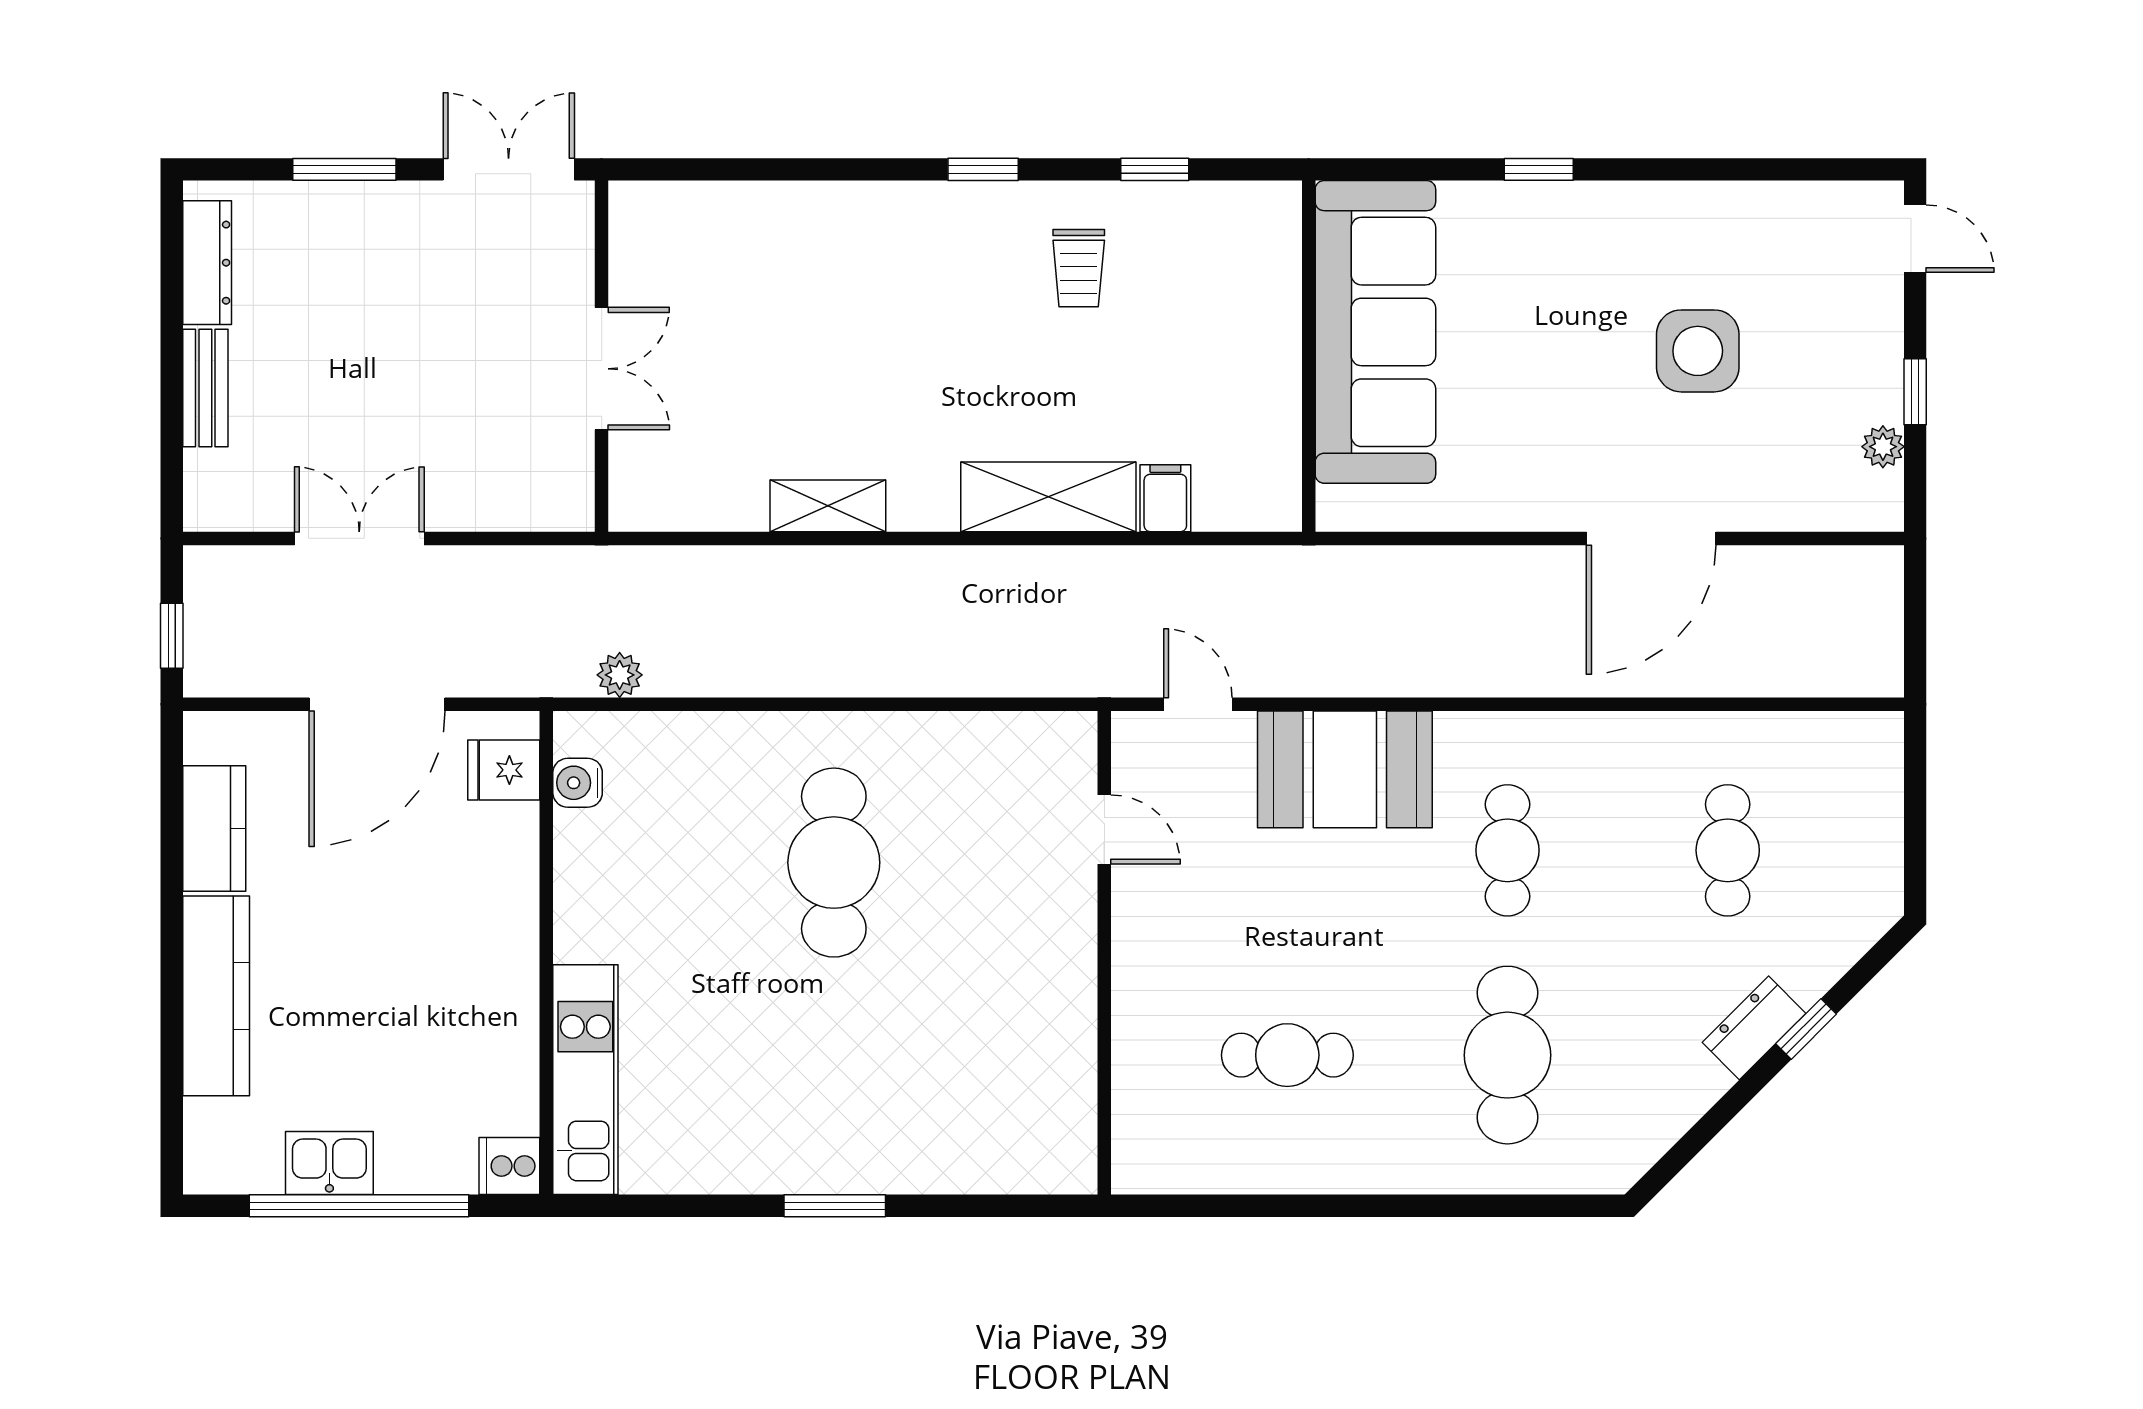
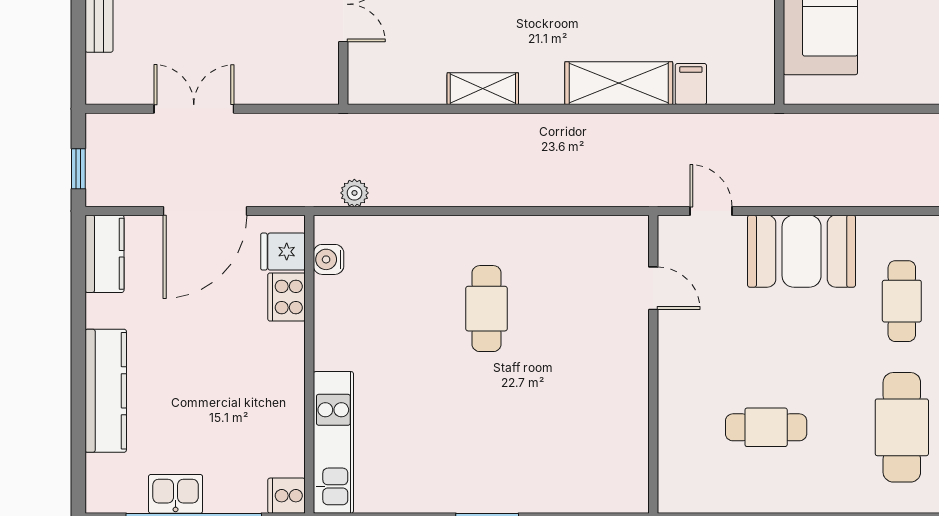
kitchen counter: (214, 829) -> (105, 254), moved
cooker: (509, 844) -> (287, 297), added
cafe table: (834, 863) -> (487, 309), width x0.73, depth x0.74

